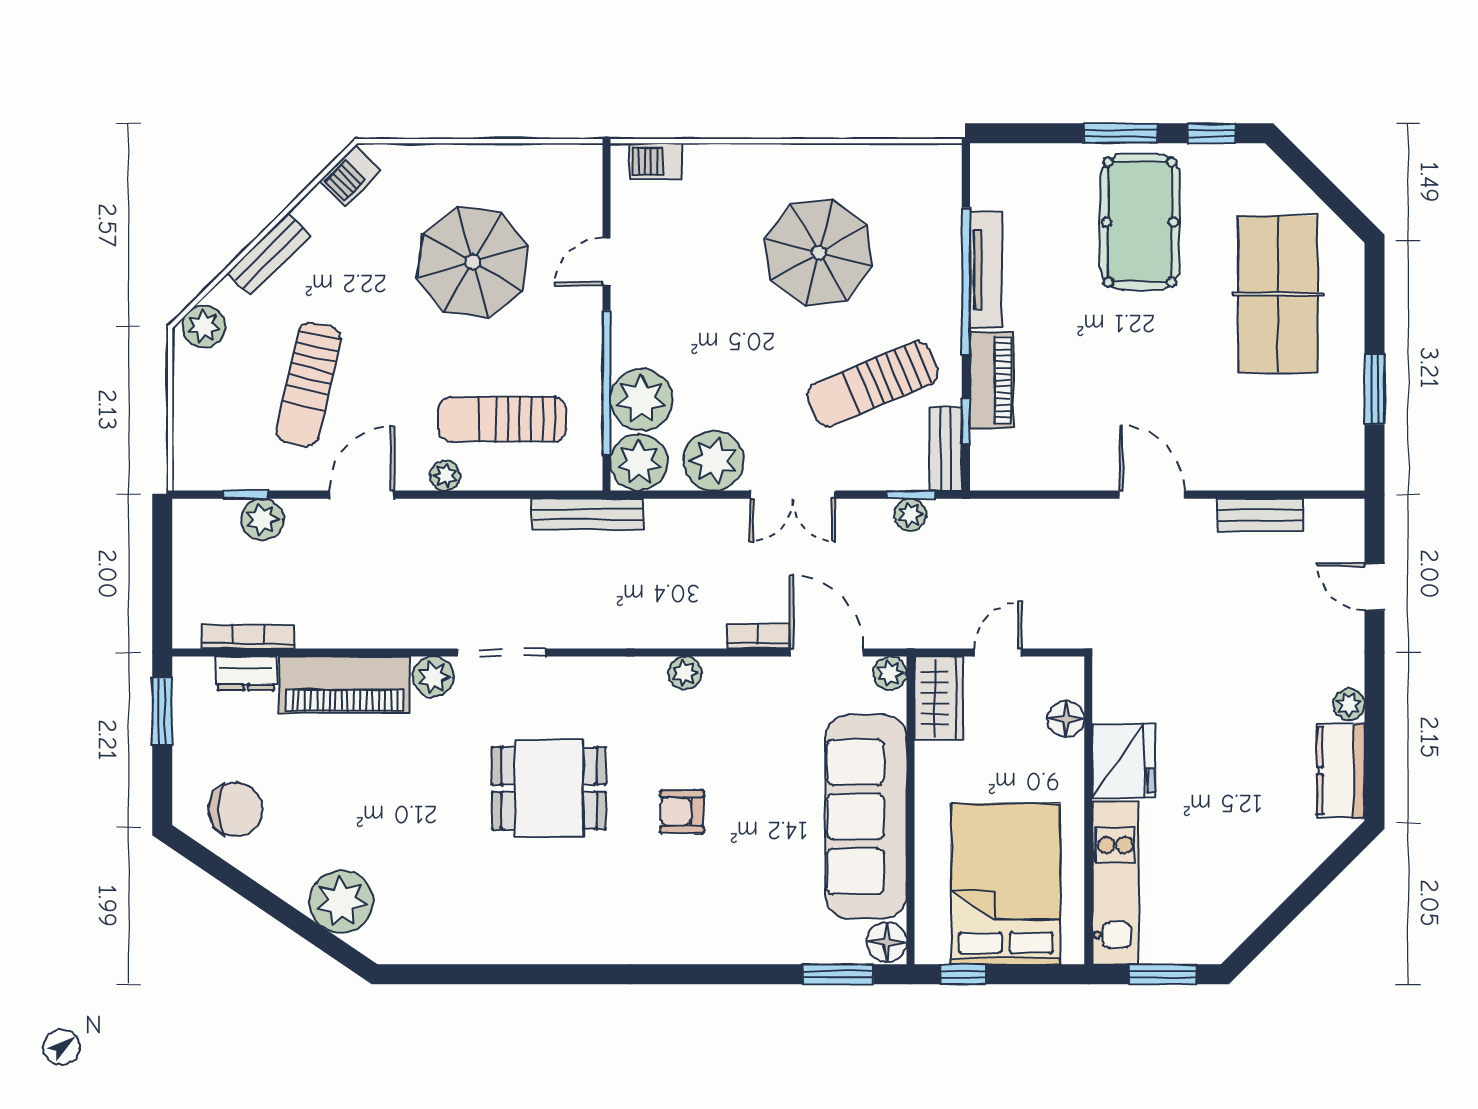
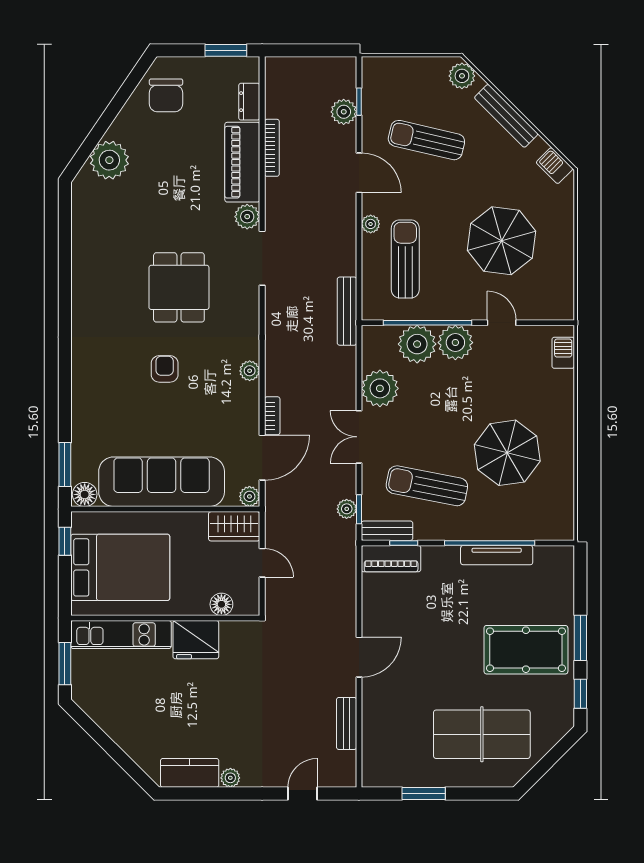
bench: (269, 254) -> (506, 116), width x1.36
piano: (991, 380) -> (391, 559), moved
sun lounger: (873, 384) -> (427, 486), turned -56
plant: (639, 462) -> (455, 343), moved
bookcase: (248, 637) -> (272, 148), moved

